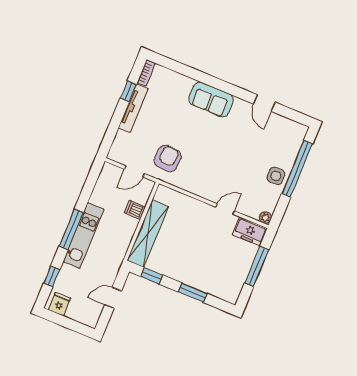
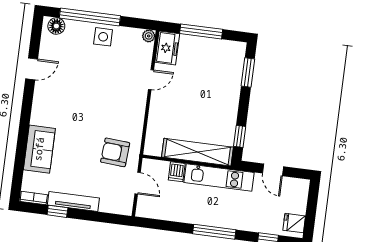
sofa: (211, 99) -> (39, 149), moved
floor lamp: (297, 136) -> (56, 26), added
door: (225, 209) -> (151, 80), swing flipped
kitchen unit: (83, 235) -> (219, 177), moved, turned 180
window: (193, 293) -> (248, 72), moved

